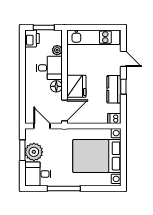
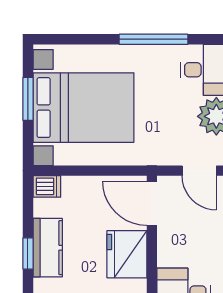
floor lamp: (56, 86) -> (169, 254), removed
door: (64, 110) -> (152, 203), hinge flipped
window: (123, 160) -> (28, 99), added

